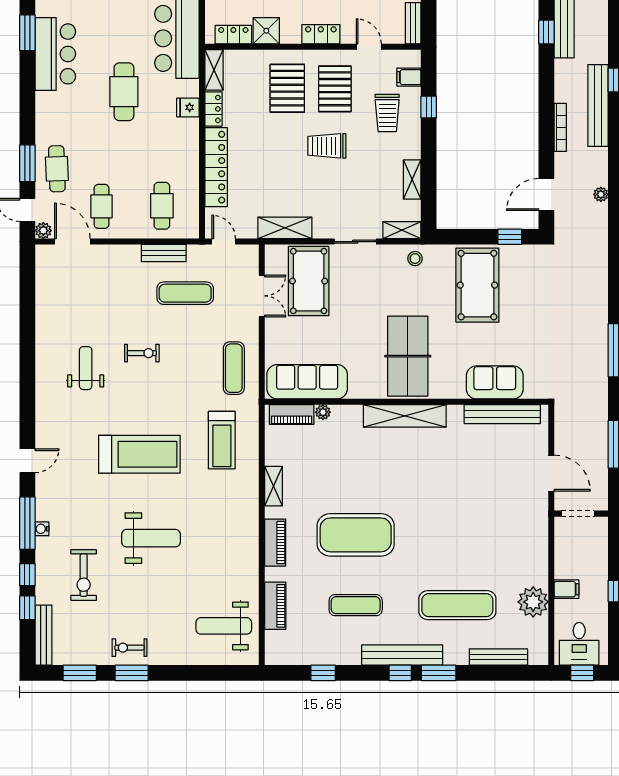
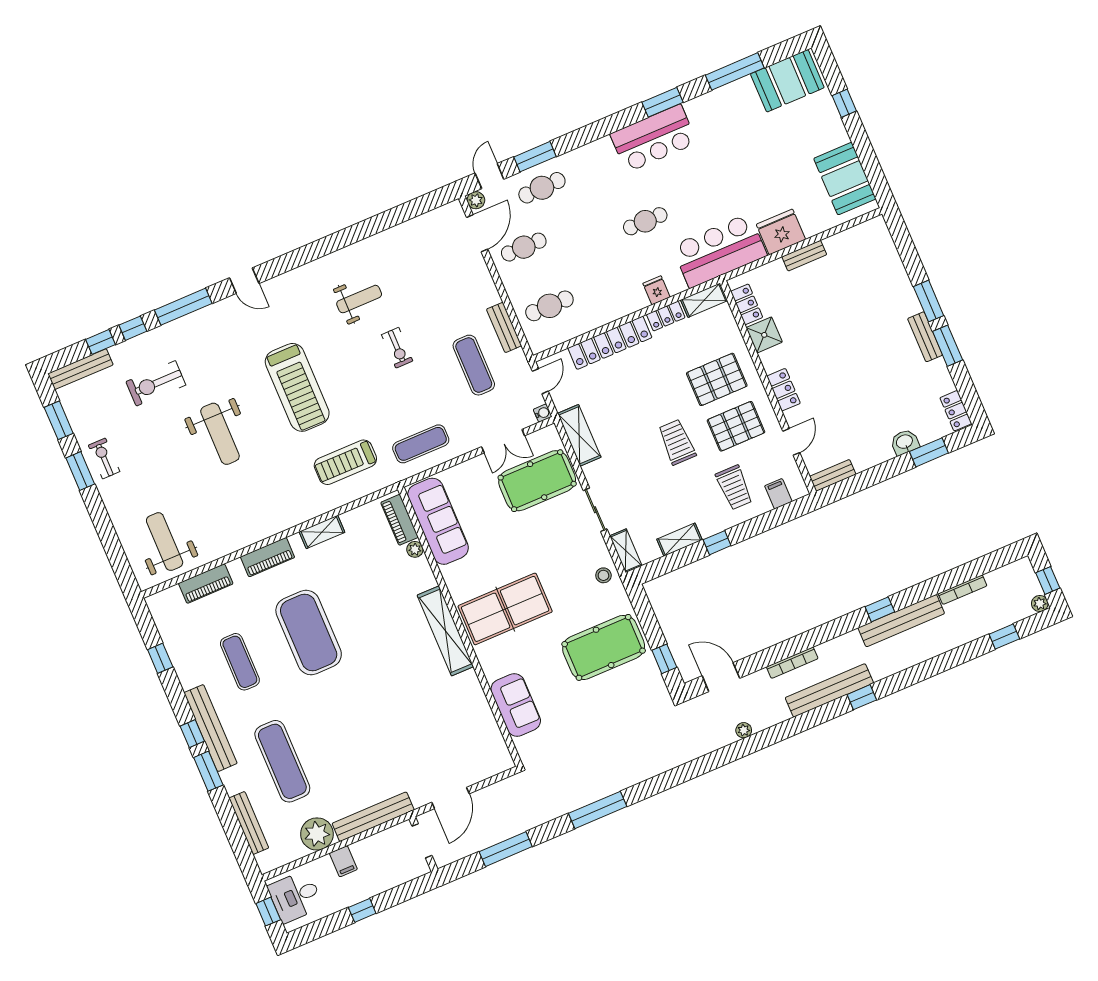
cafe table: (124, 92) -> (645, 221), width x0.73, depth x0.74
window: (429, 107) -> (717, 543), moved
trolley: (387, 113) -> (734, 487), turned -90
bench: (502, 414) -> (373, 817), moved, turned 90
water cooler: (42, 529) -> (543, 413), moved, turned 90

